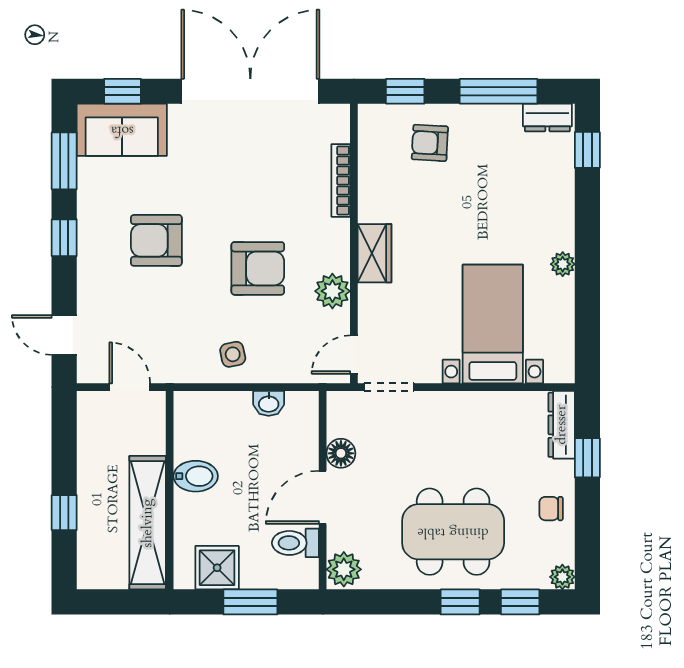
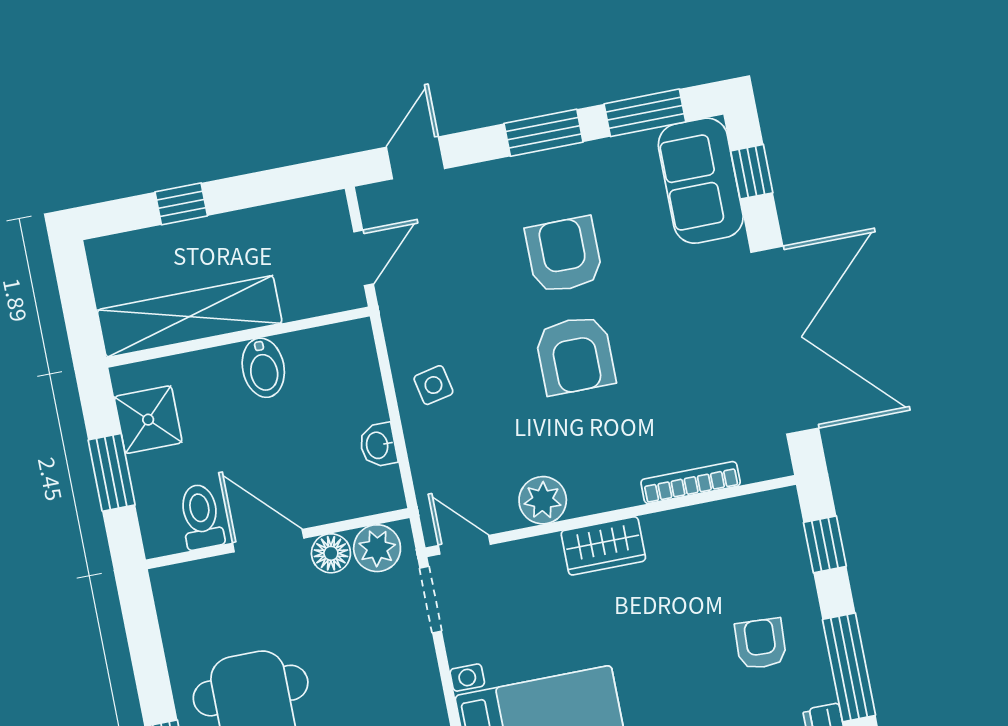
armchair: (430, 143) -> (761, 644), moved
window: (64, 238) -> (544, 133), width x1.50
armchair: (258, 268) -> (575, 355), moved
plant: (344, 569) -> (377, 548), moved

